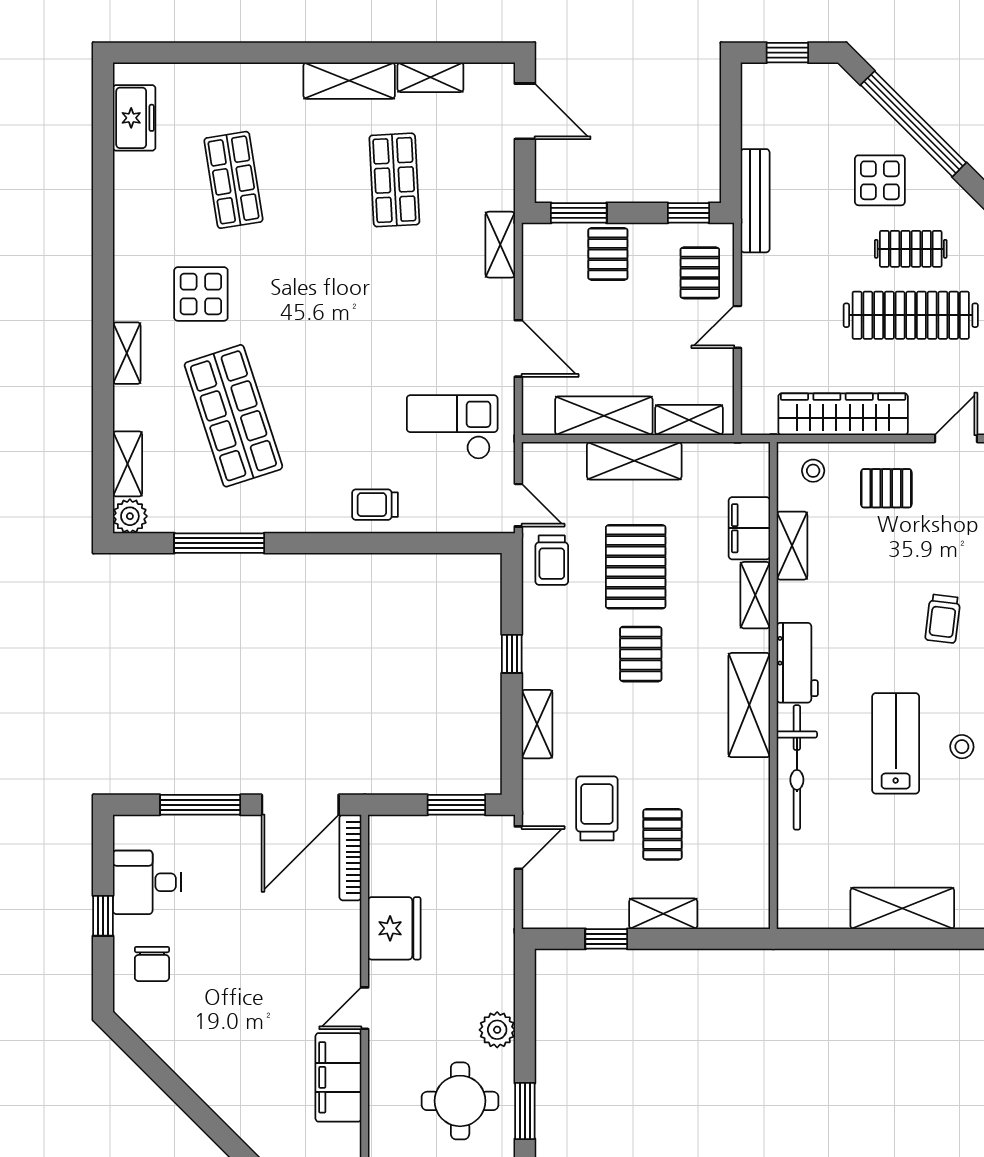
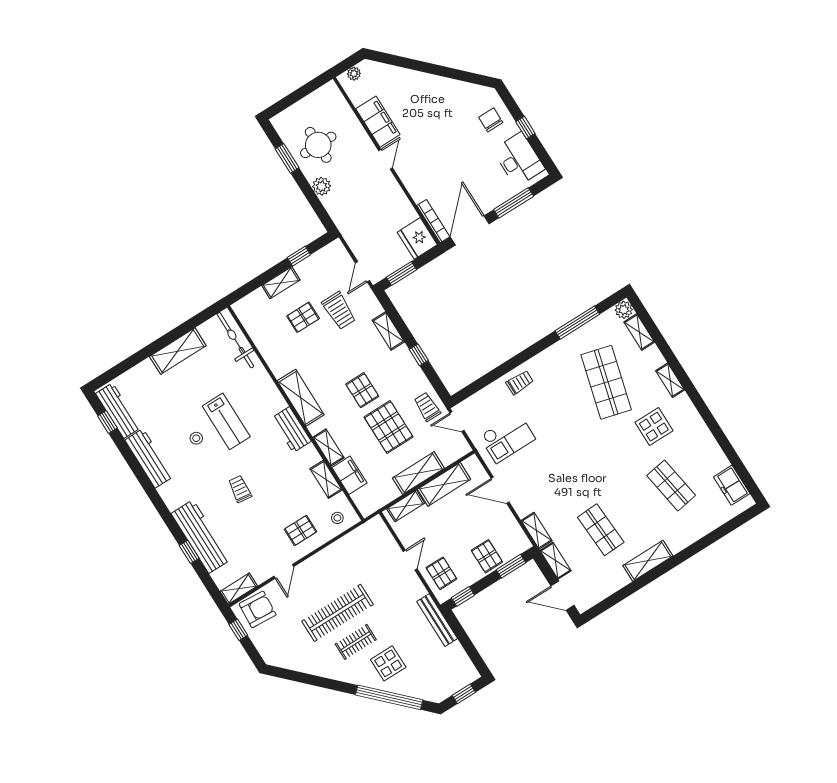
shelving: (430, 77) -> (555, 561), moved, turned 90
wardrobe: (843, 414) -> (340, 551), removed
shop shelf: (233, 416) -> (606, 382), turned 33
bicycle: (797, 767) -> (235, 340), moved
pallet: (662, 834) -> (303, 317), turned 90
desk: (147, 882) -> (519, 160), width x1.37
fridge: (394, 928) -> (417, 238), moved

